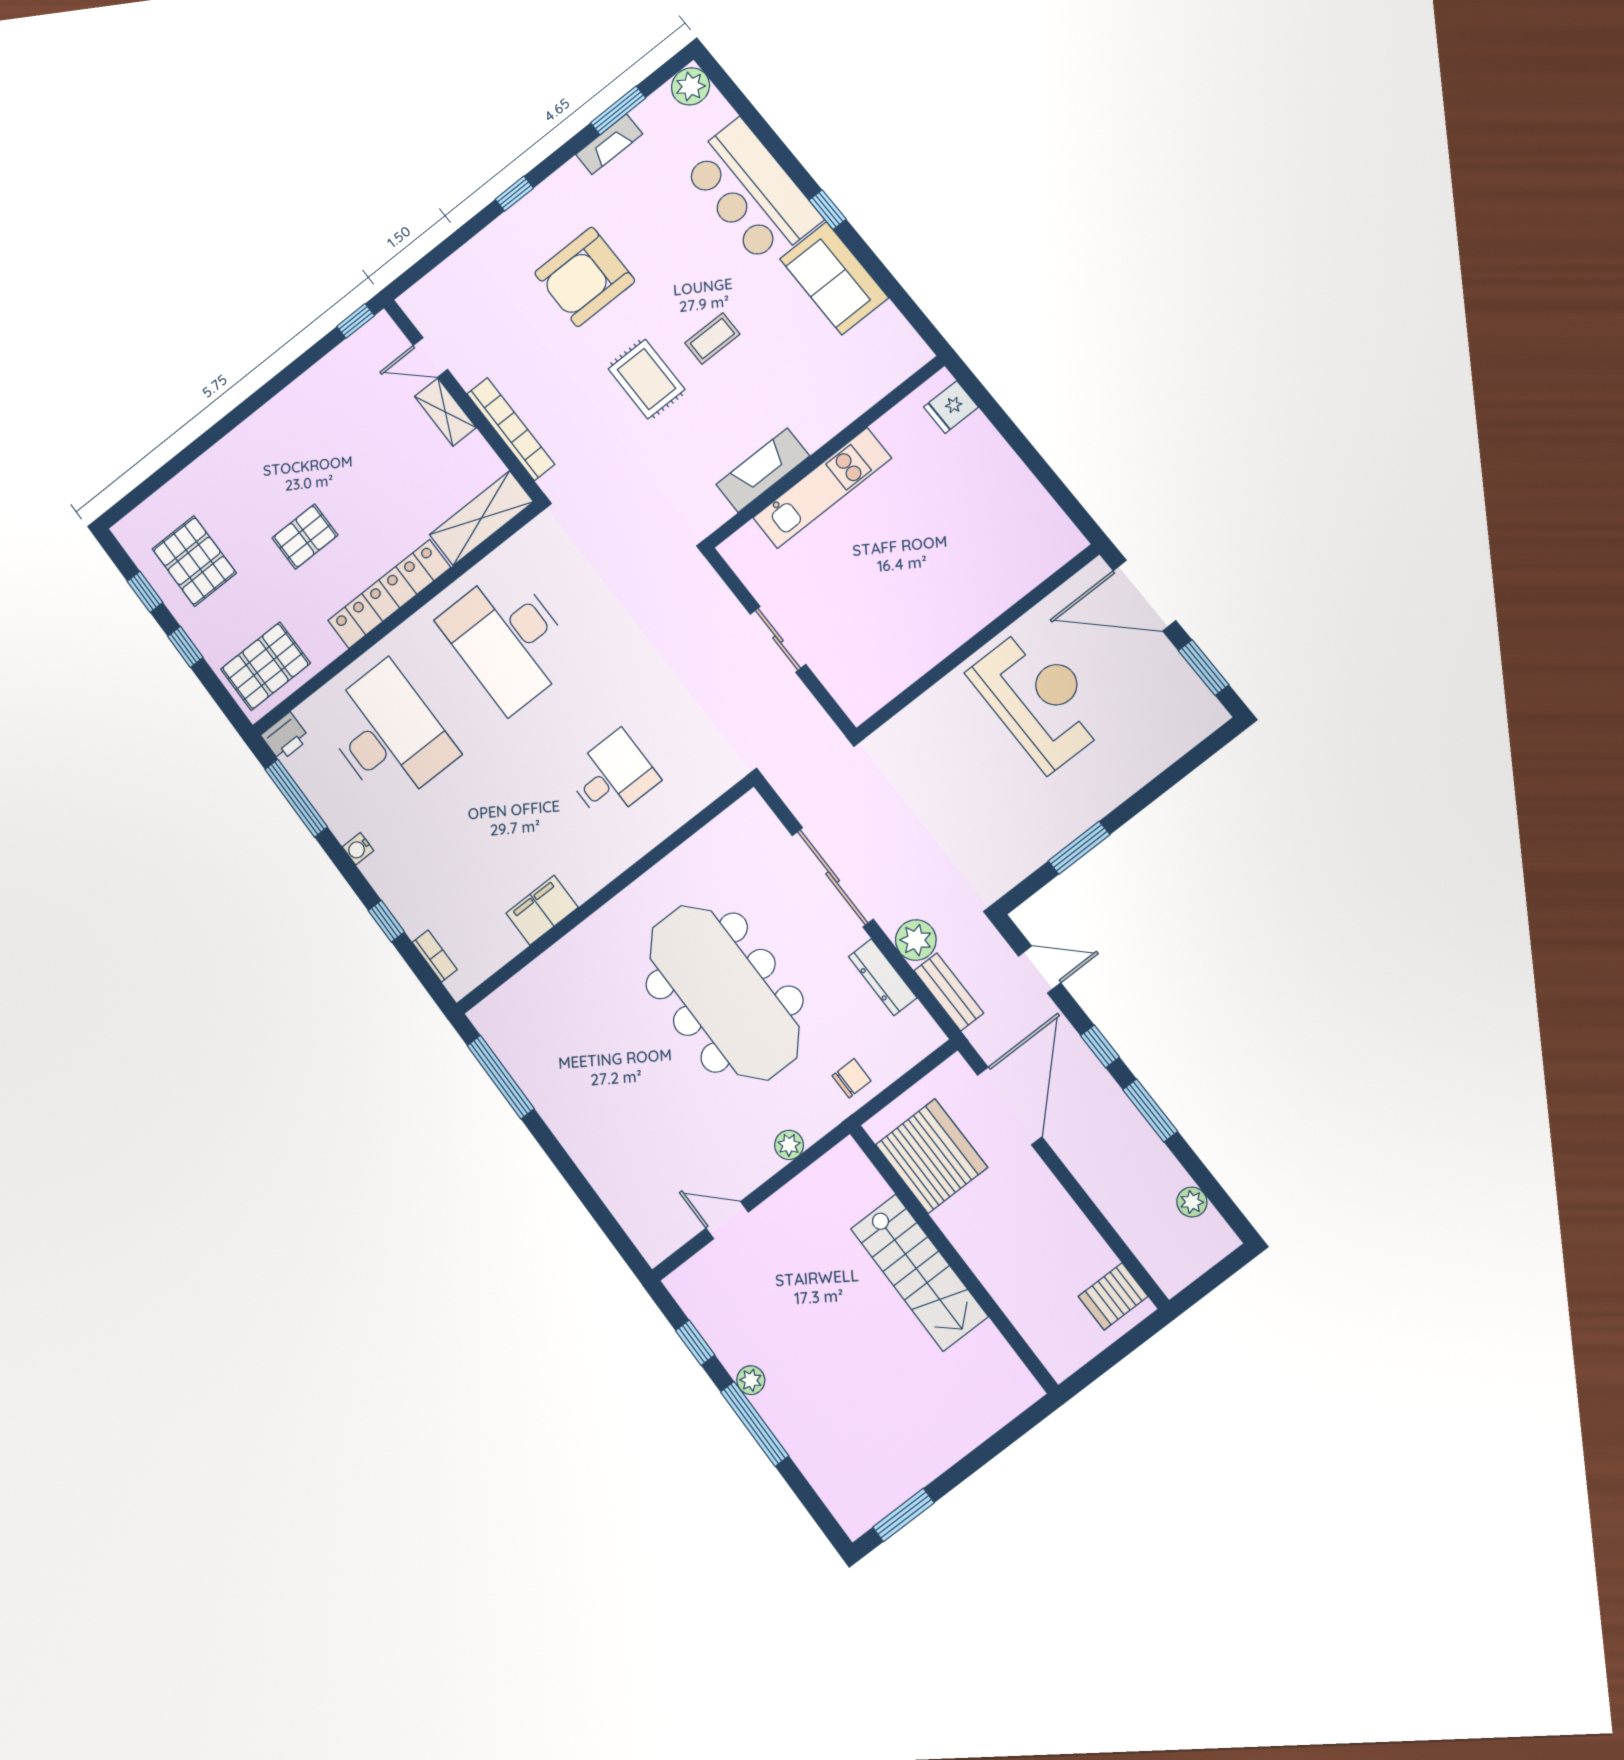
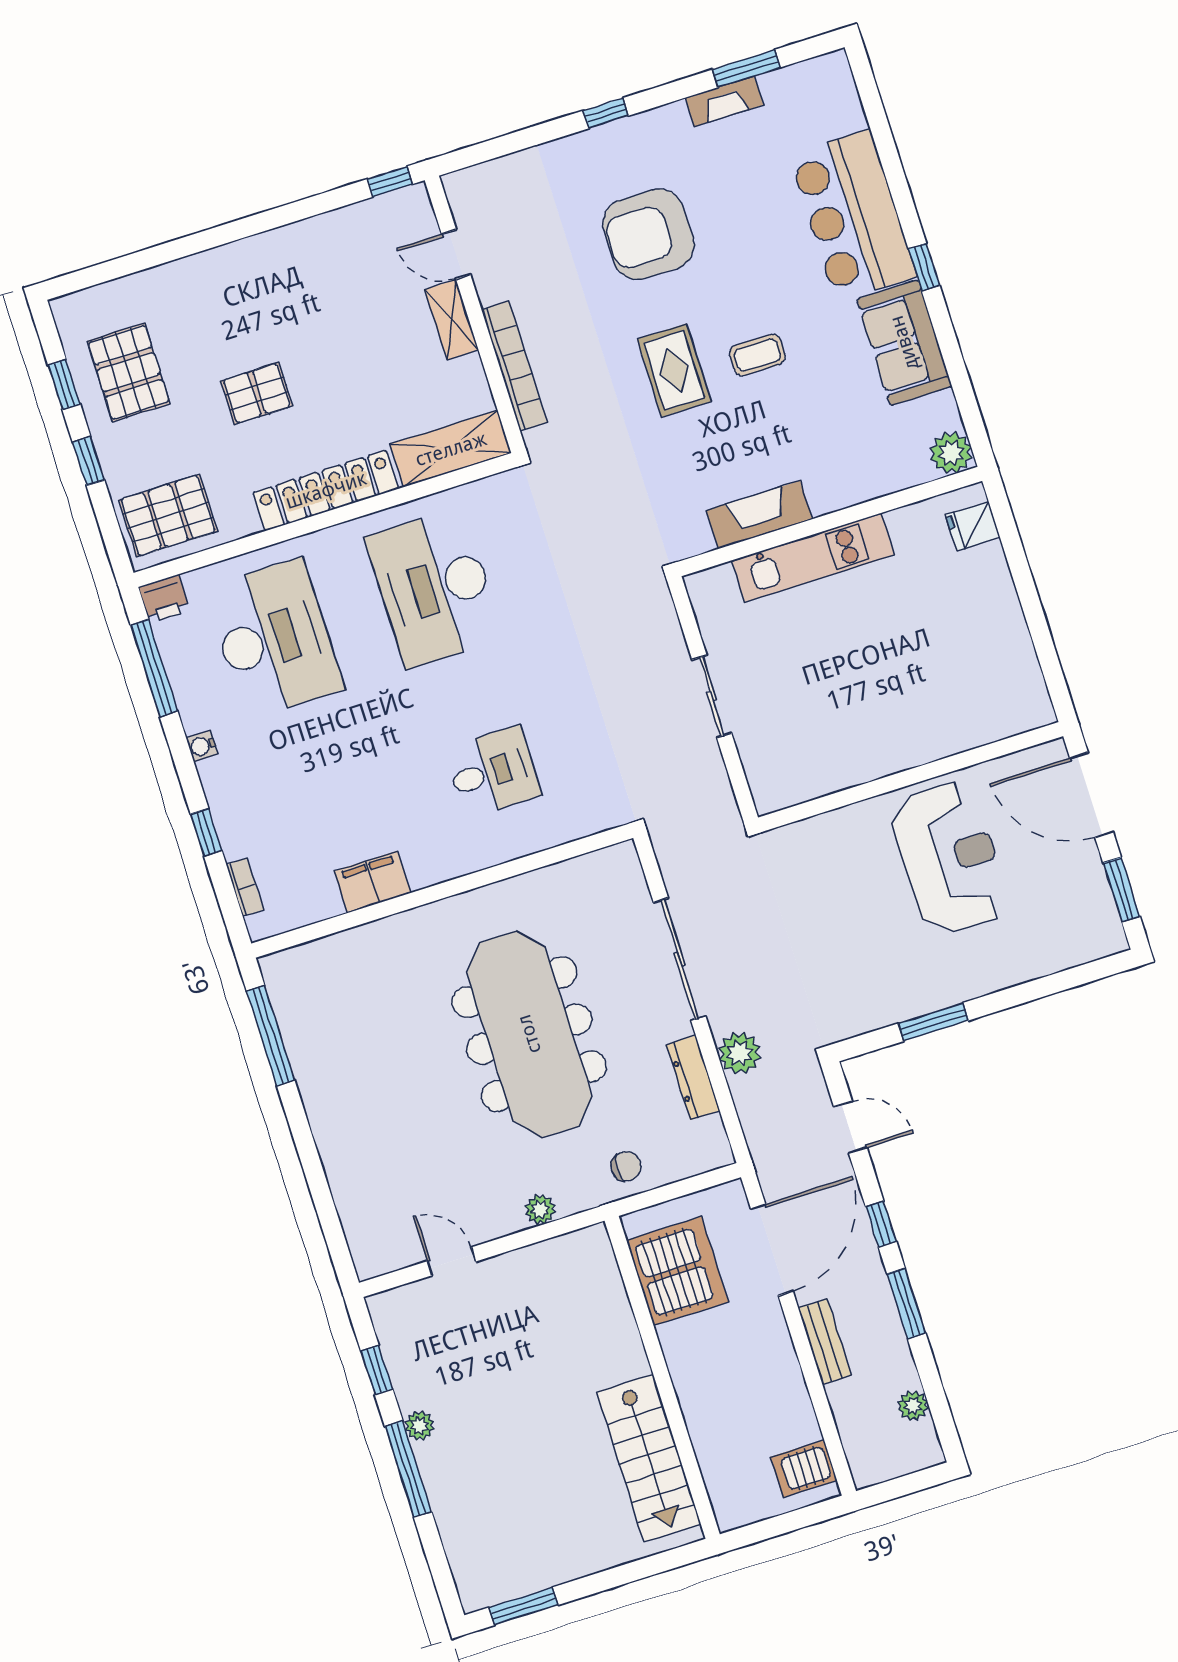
plant: (690, 86) -> (951, 453), moved
bench: (949, 992) -> (825, 1342), moved
stairs: (919, 1272) -> (649, 1458), moved

